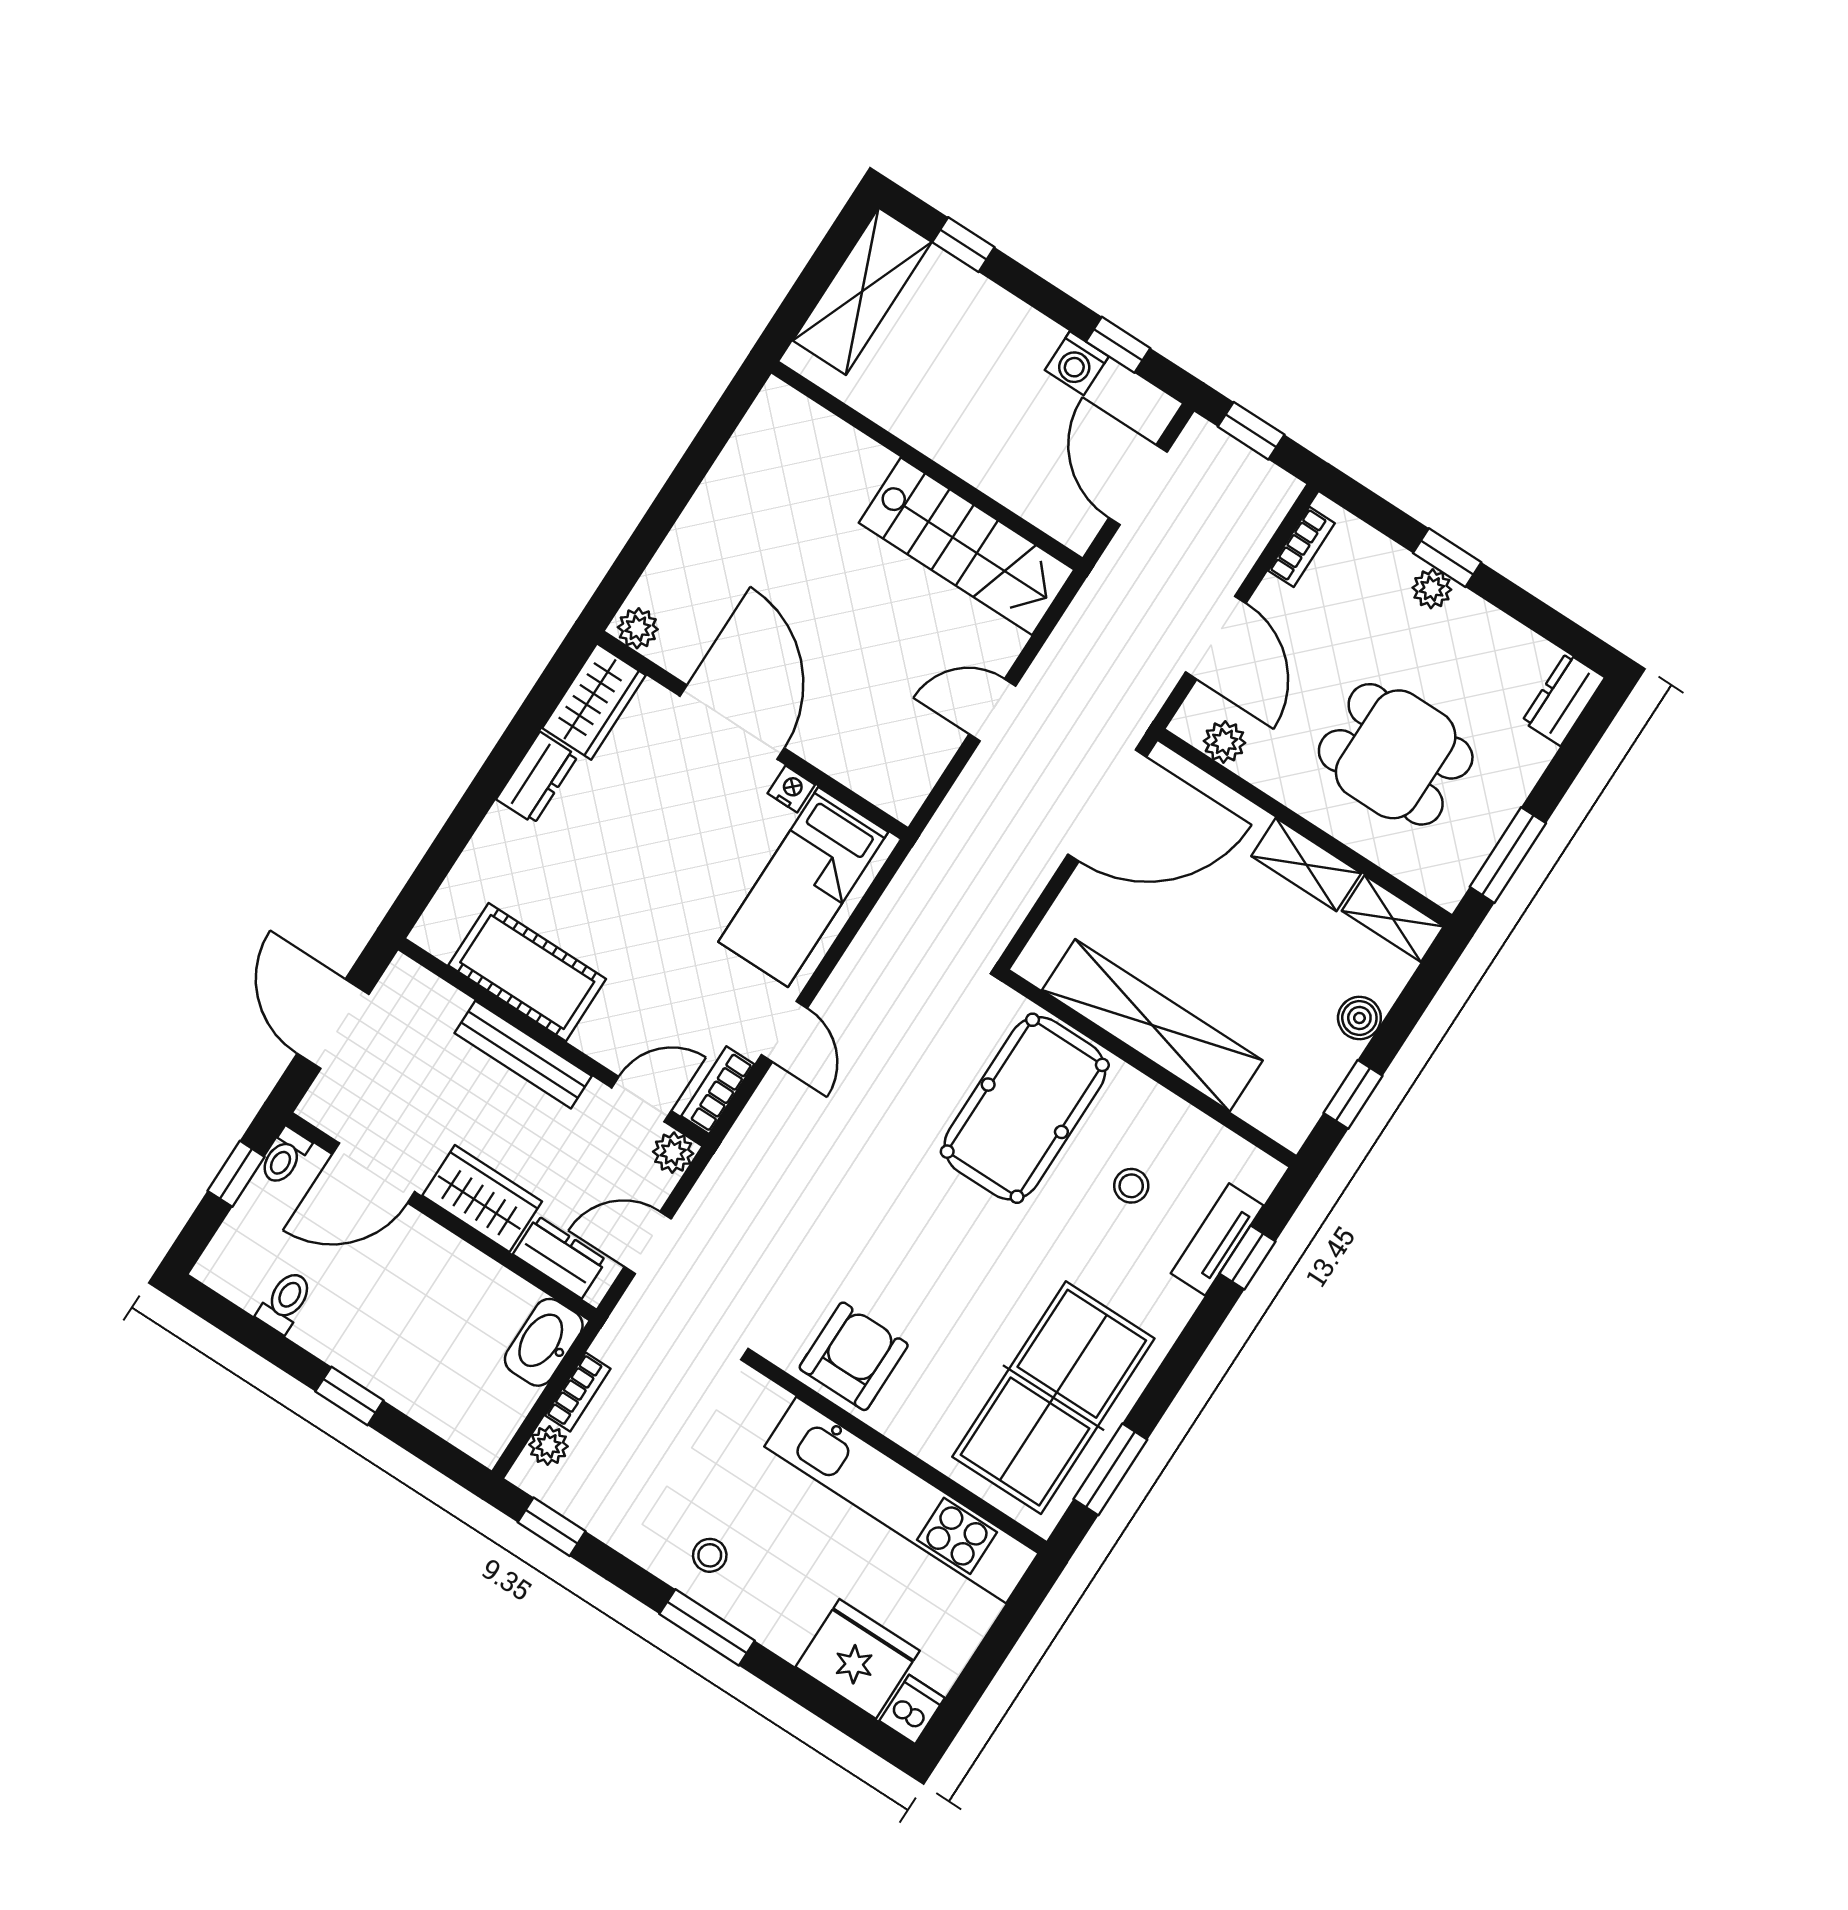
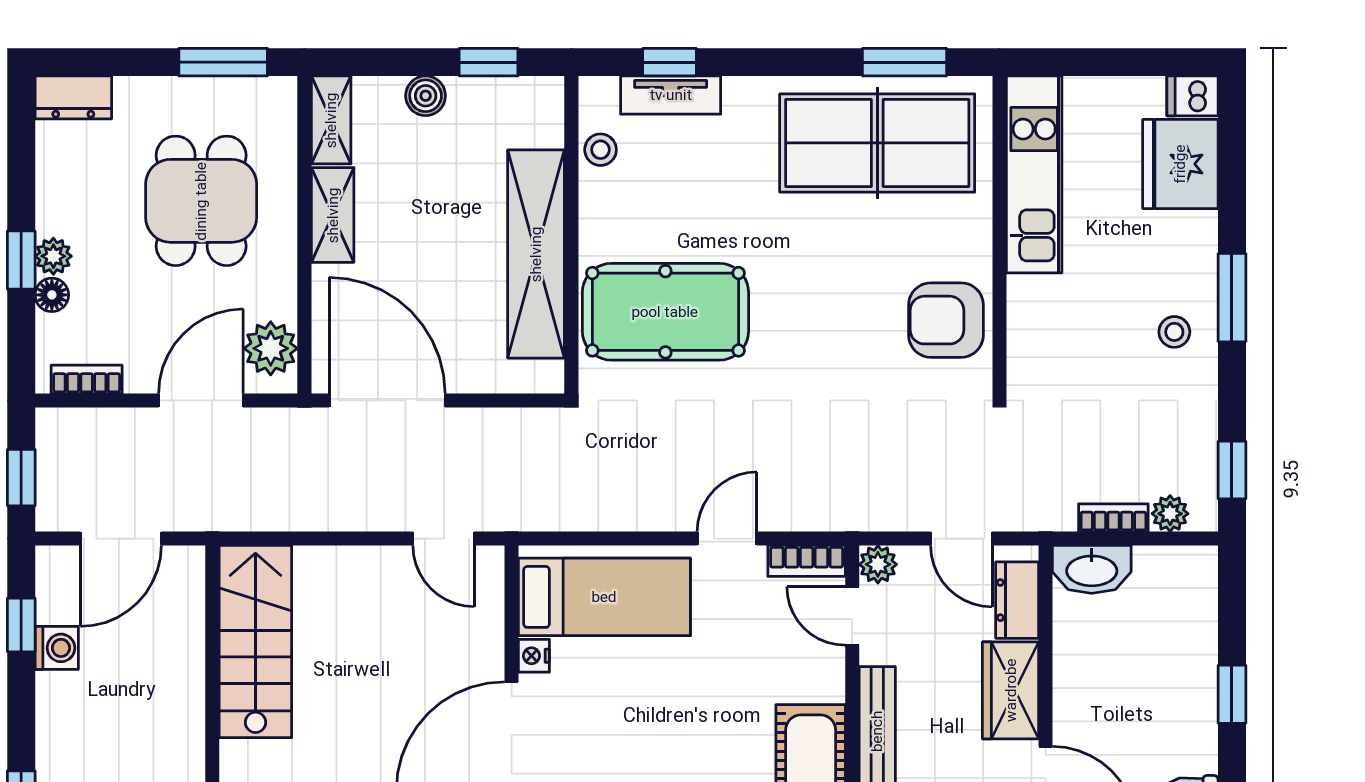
floor lamp: (1398, 565) -> (52, 295), added
door: (992, 710) -> (443, 539), moved
plant: (1224, 742) -> (271, 348), width x1.38, depth x1.38
stool: (1131, 1186) -> (601, 150), moved
kitchen unit: (901, 1500) -> (1034, 174), width x0.73

